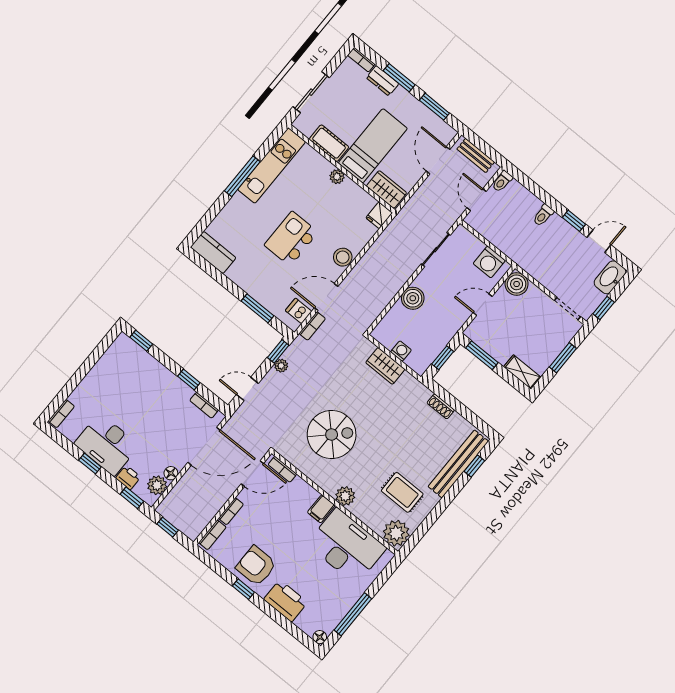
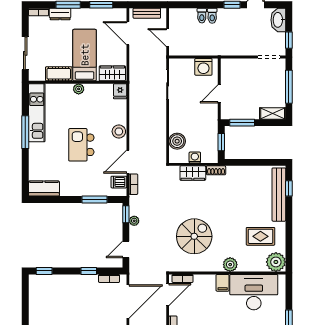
toilet: (502, 181) -> (202, 16), moved
boiler: (517, 284) -> (229, 67), removed
boiler: (413, 298) -> (177, 141), moved
window: (563, 358) -> (289, 87), width x1.44
shoe rack: (441, 406) -> (216, 170), moved

